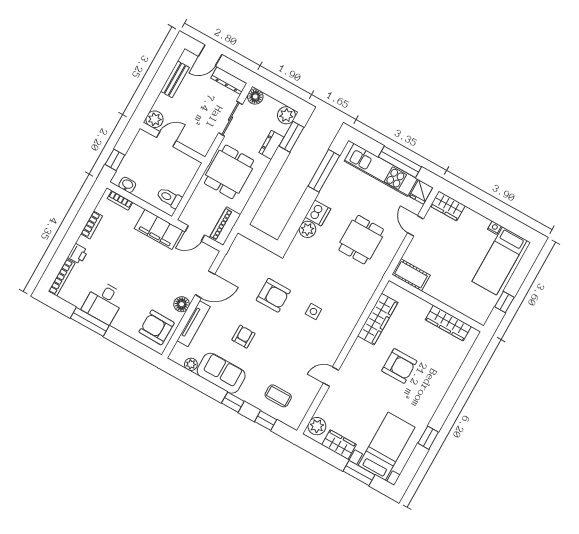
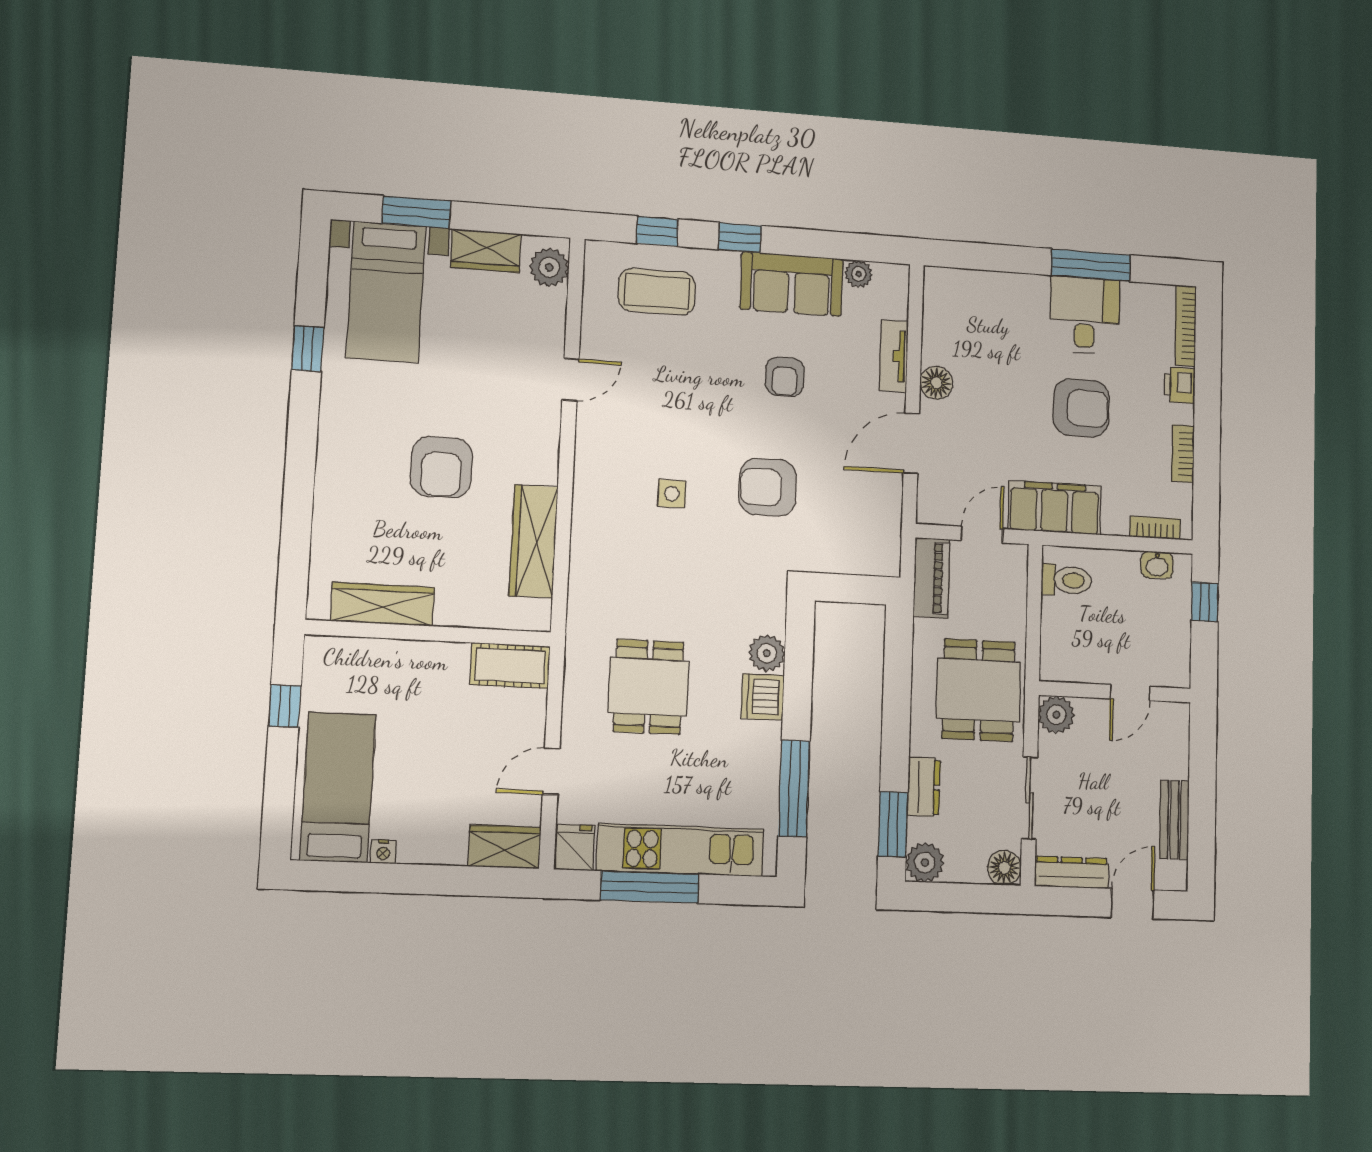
plant: (155, 119) -> (1056, 715), moved
door: (416, 226) -> (551, 771), swing flipped
tv unit: (194, 324) -> (894, 356), width x0.71
armchair: (157, 327) -> (1081, 408), moved
armchair: (399, 366) -> (441, 467), turned -90
coffee table: (278, 396) -> (657, 292), width x1.36, depth x1.30

